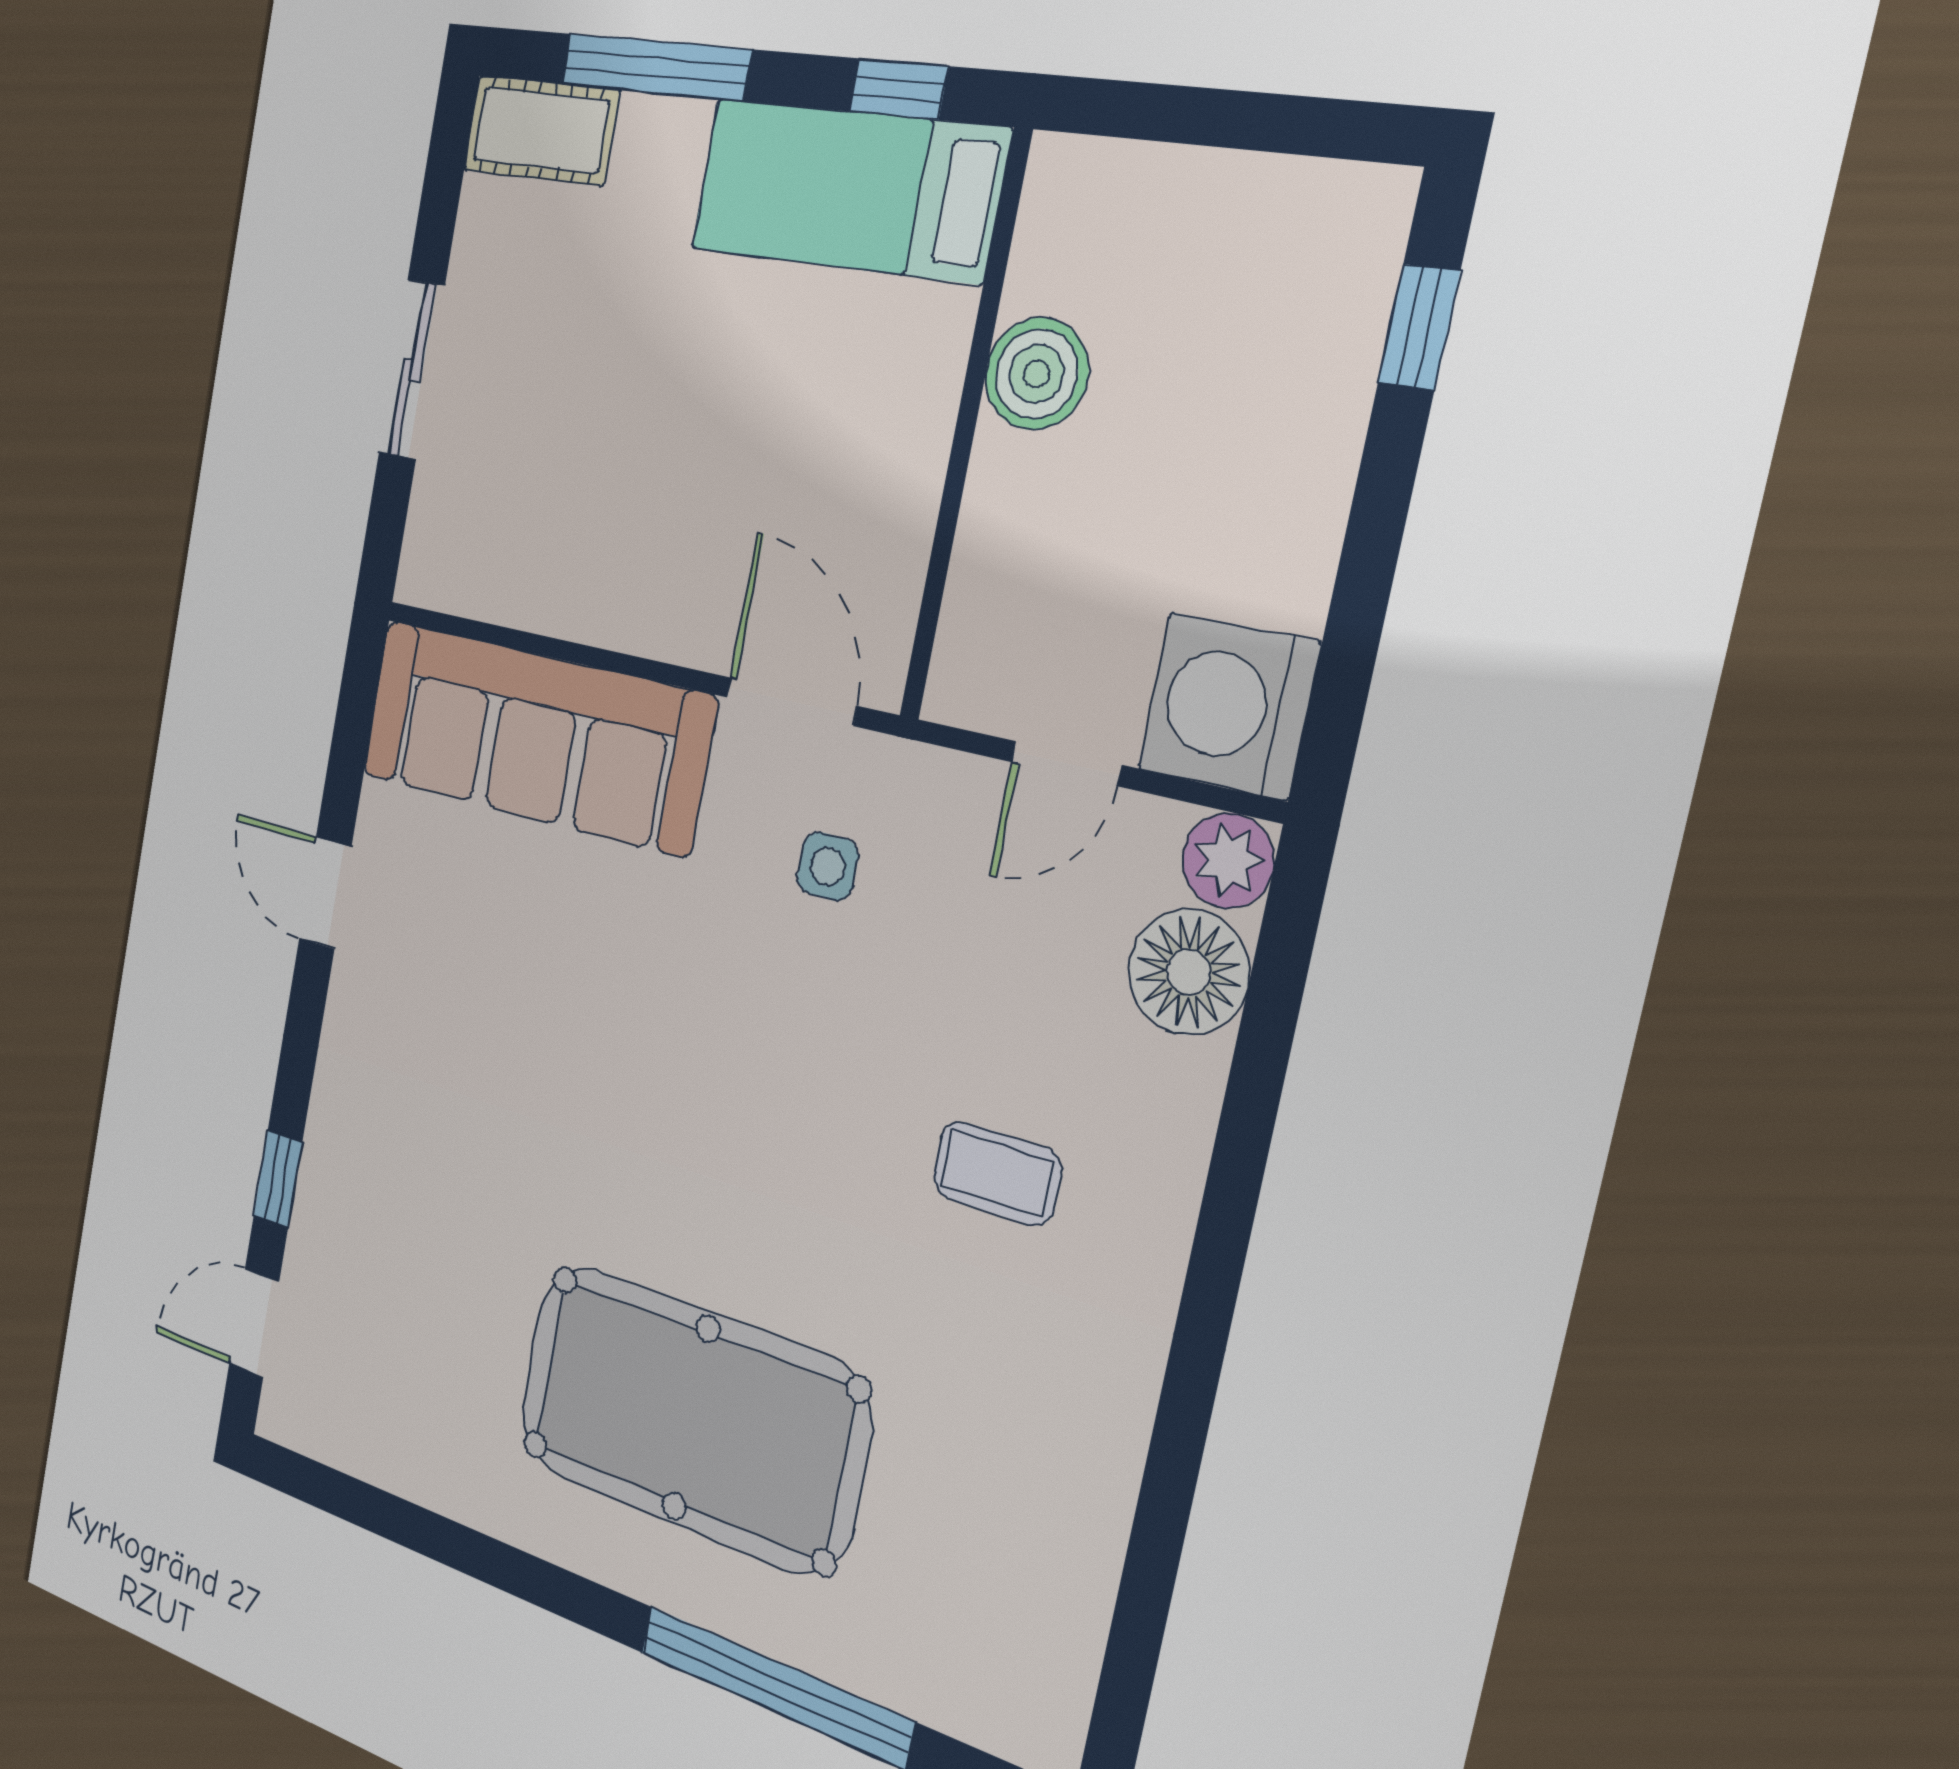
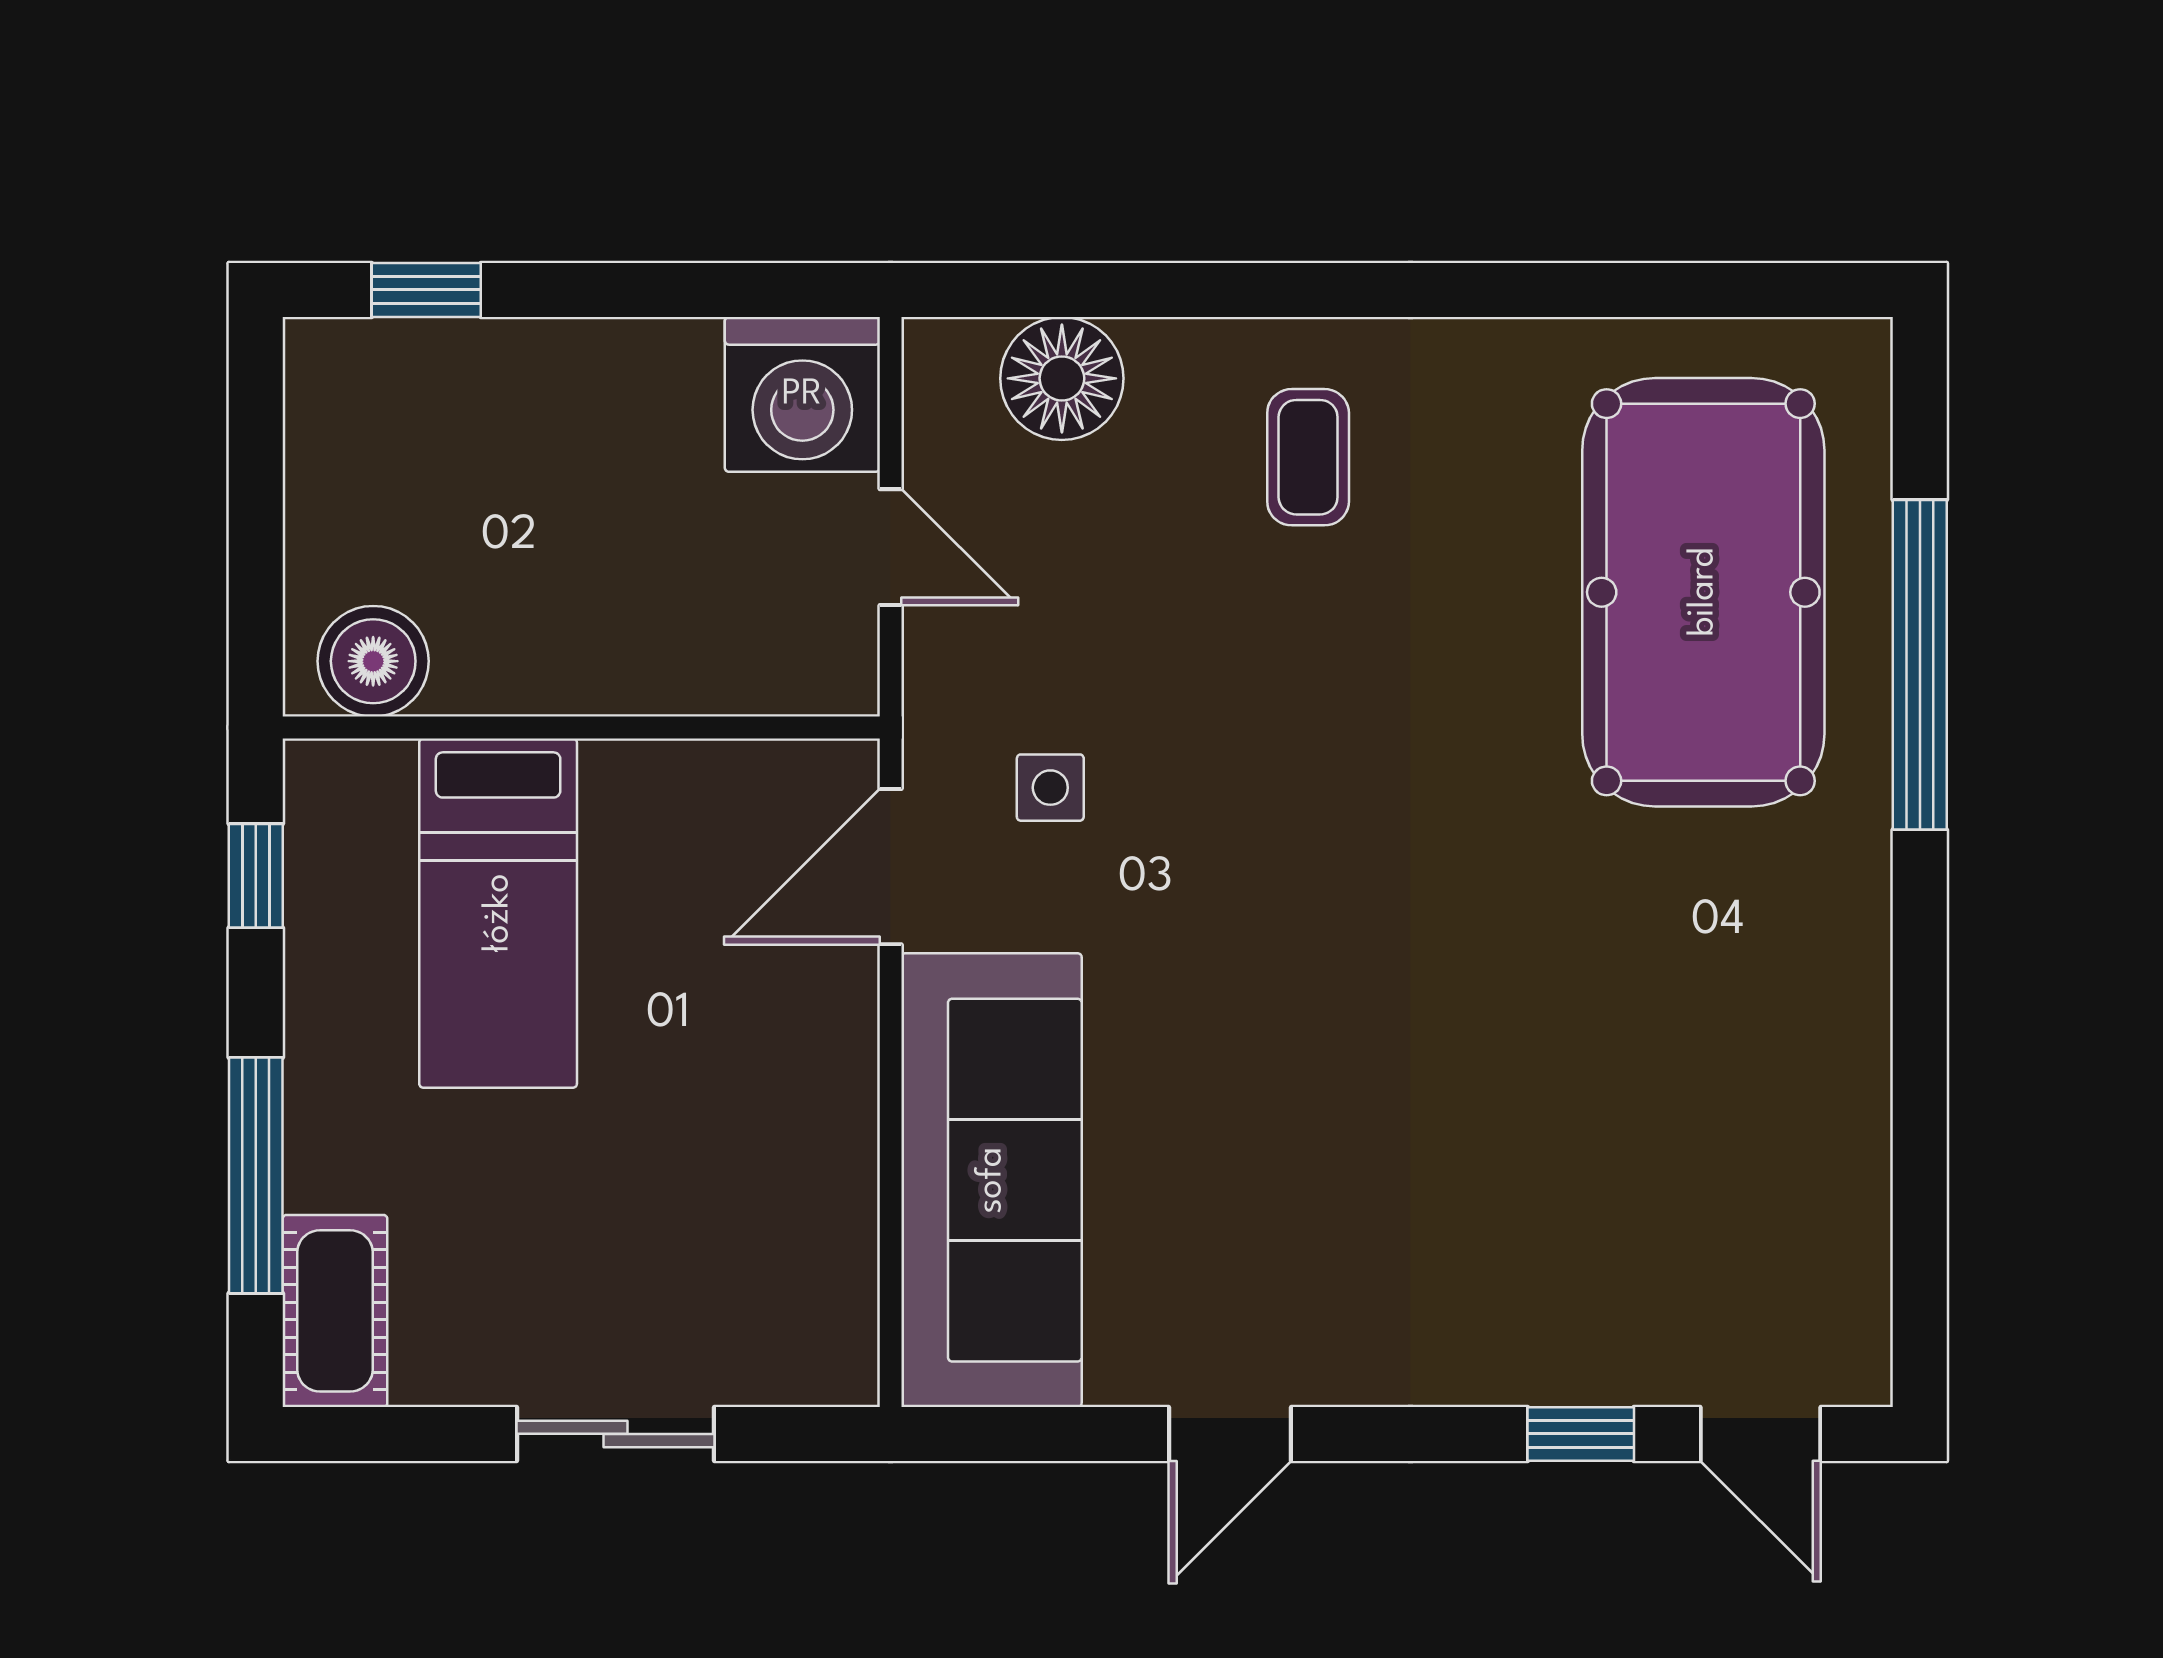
bed: (847, 190) -> (498, 913), moved
boiler: (1037, 374) -> (373, 661), moved
plant: (1228, 860) -> (947, 363), removed
coffee table: (997, 1173) -> (1308, 457), moved
pool table: (691, 1418) -> (1703, 592), moved

